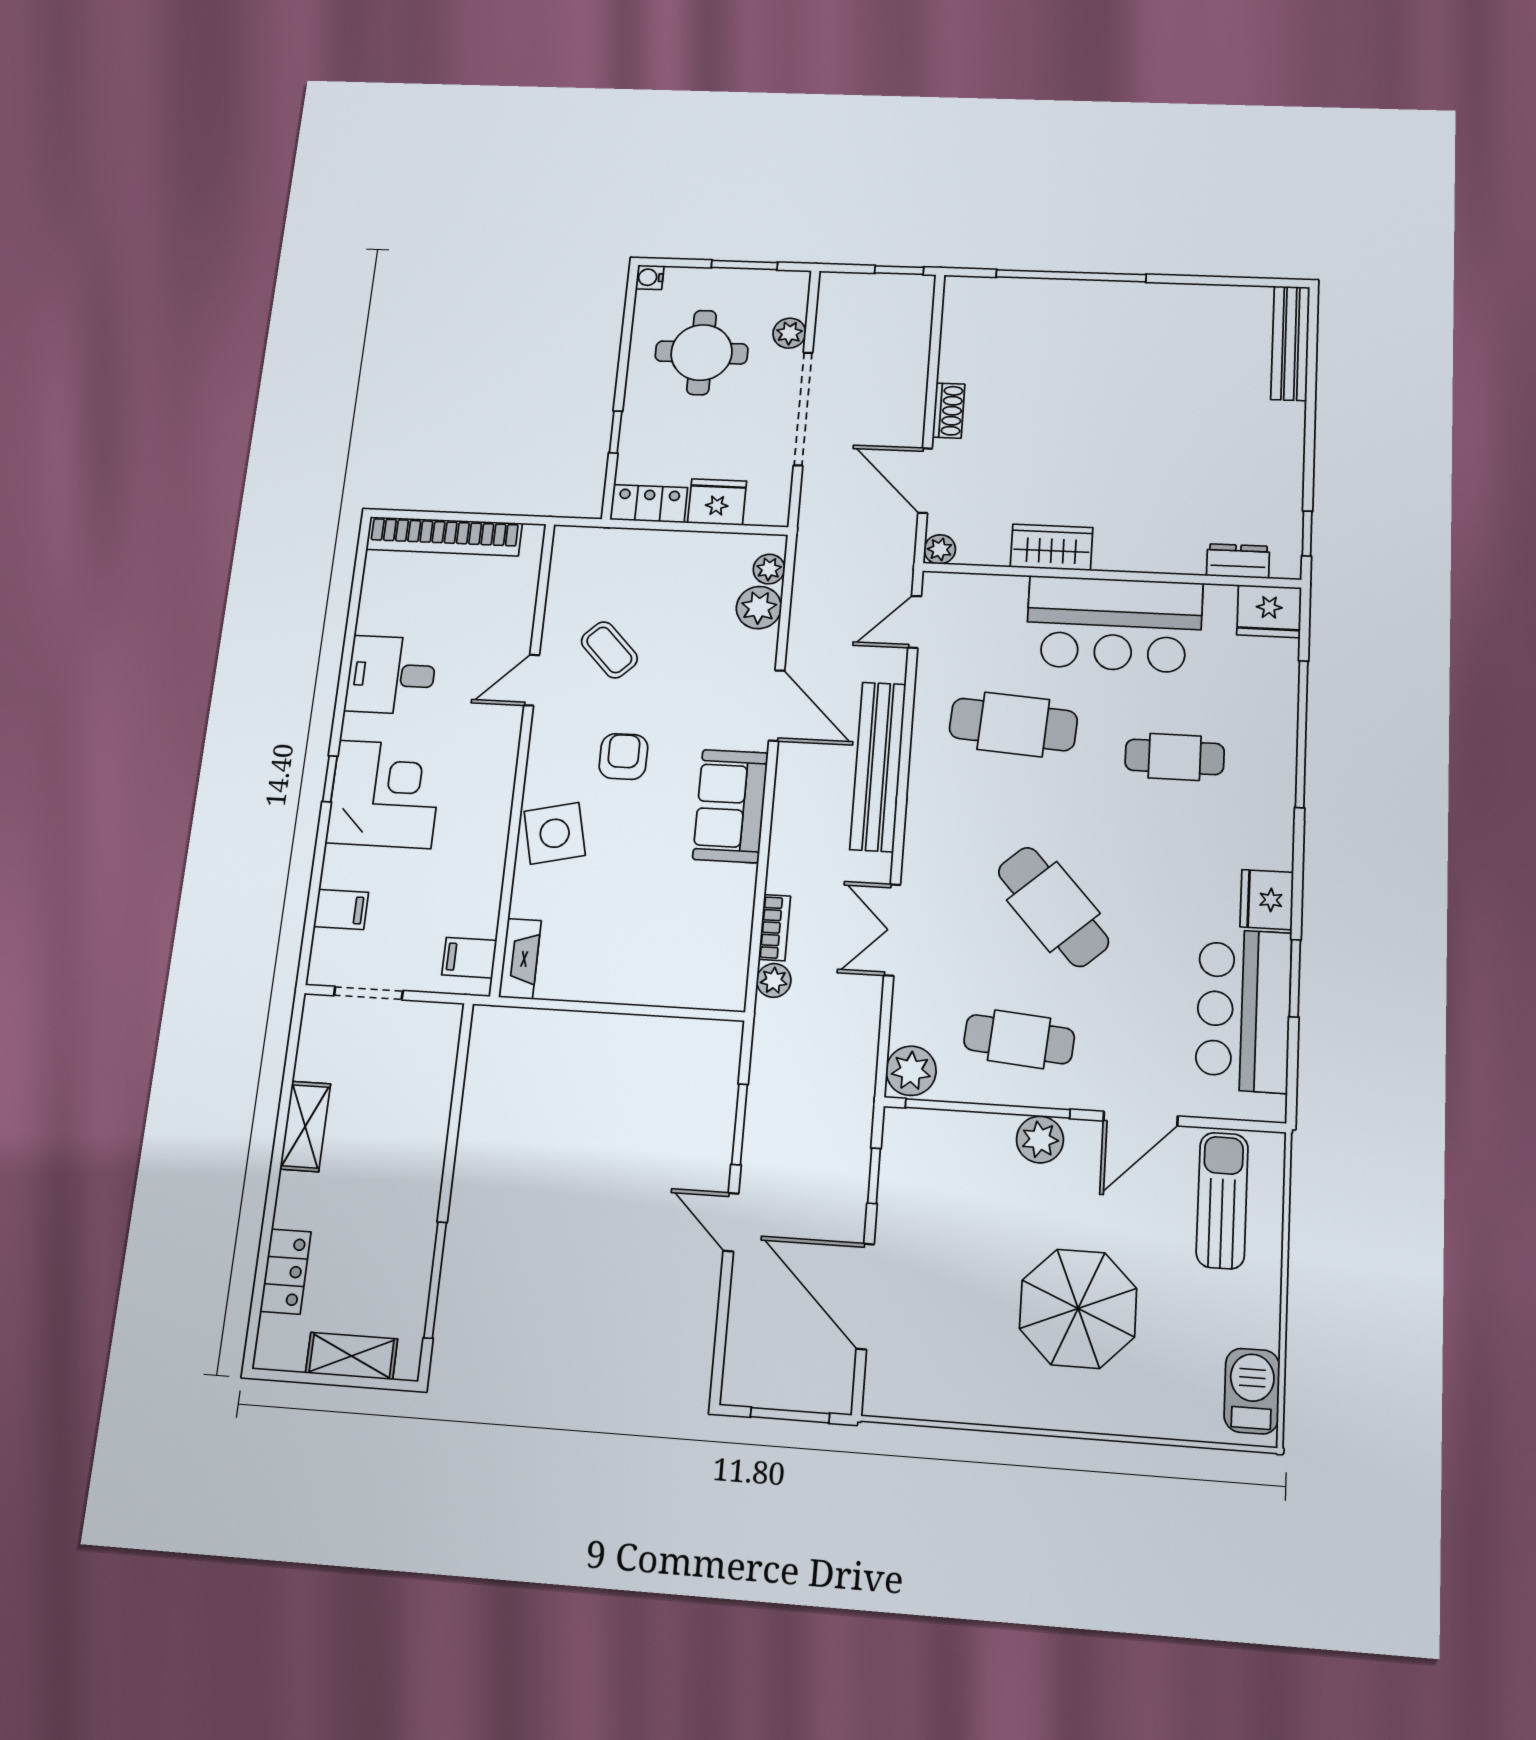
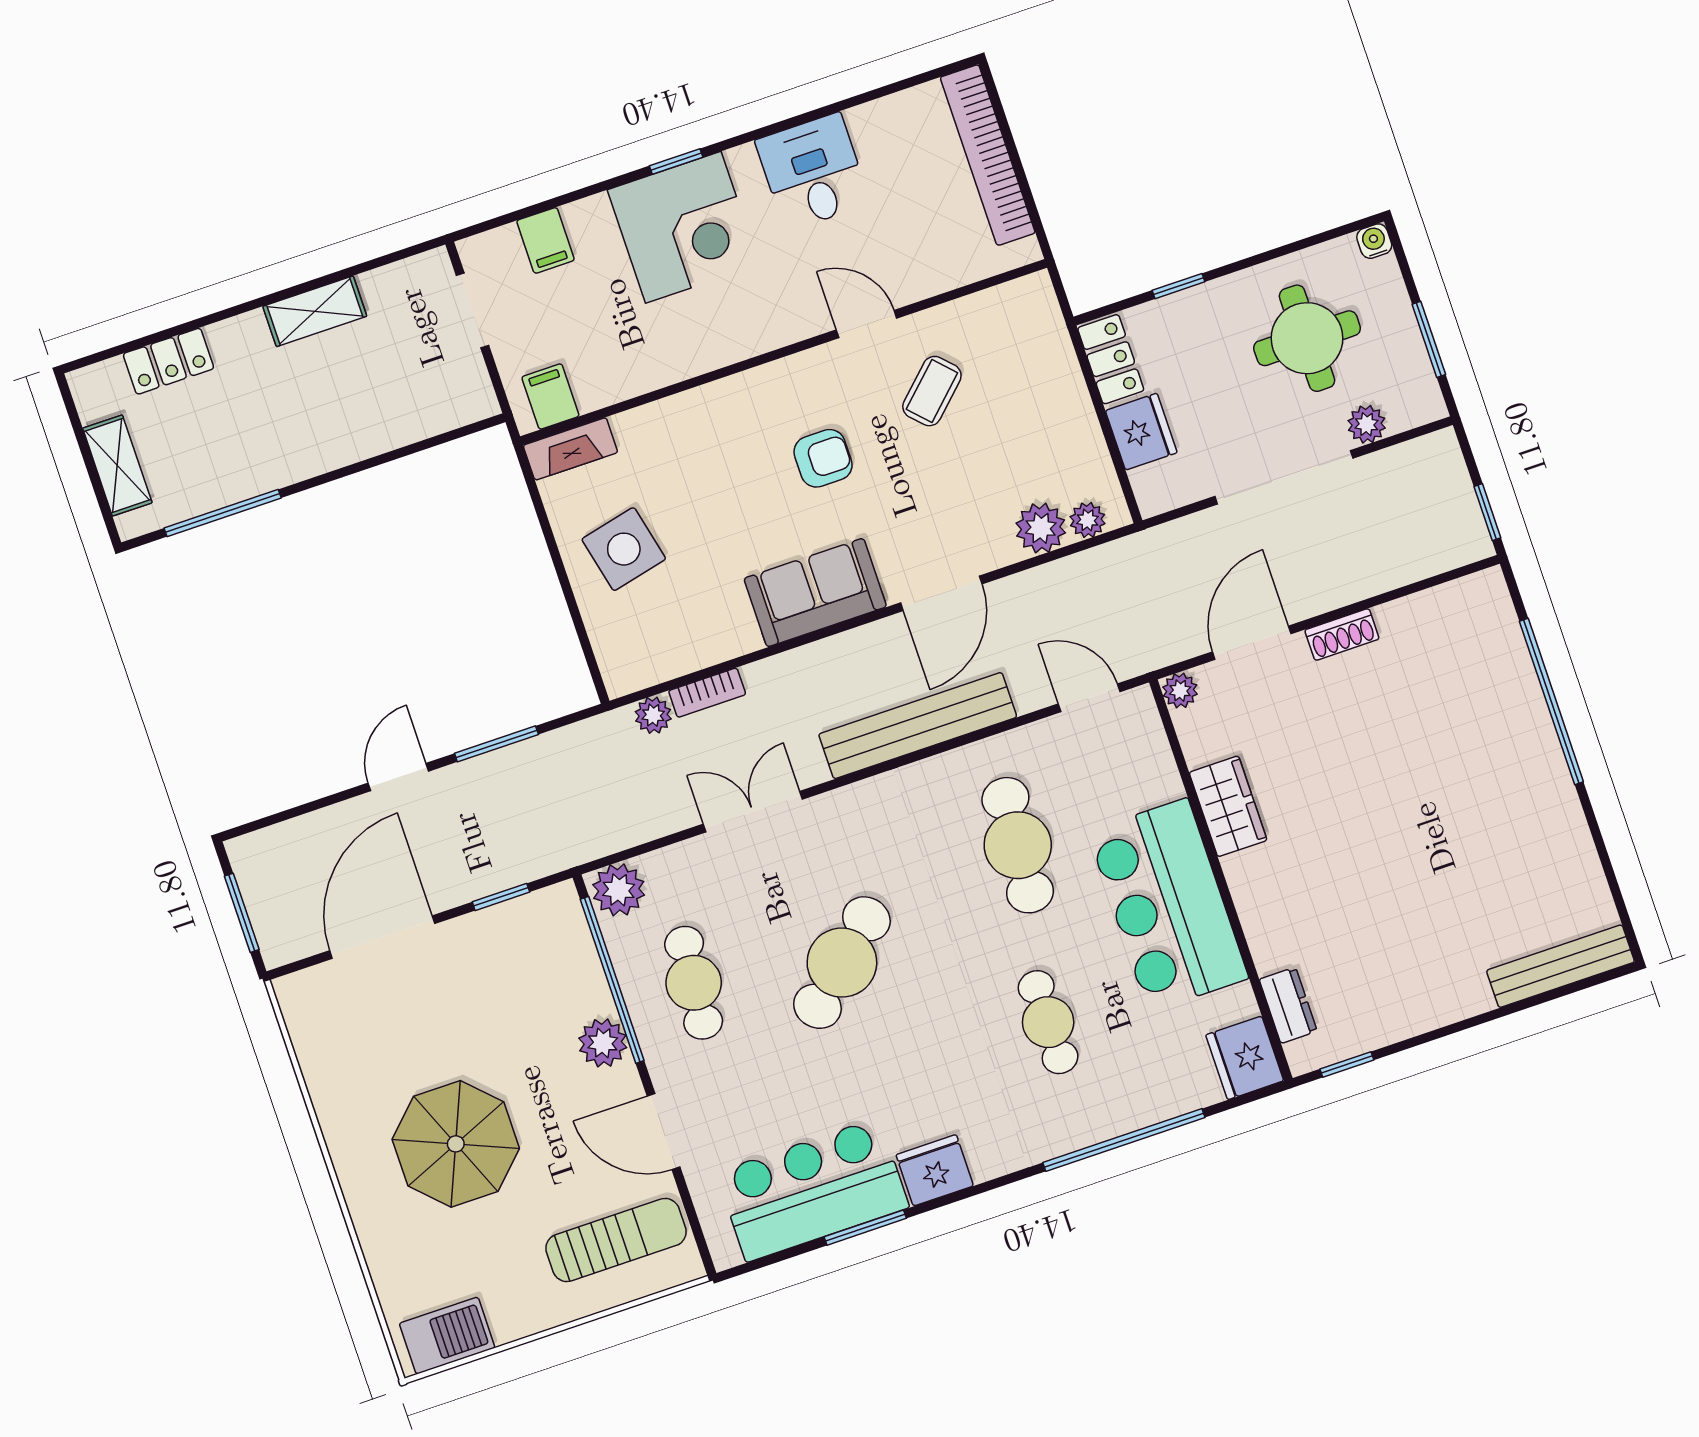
side table: (555, 833) -> (624, 549), moved

